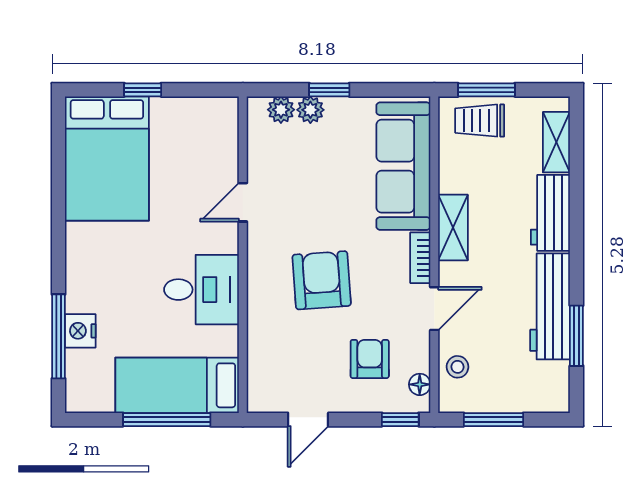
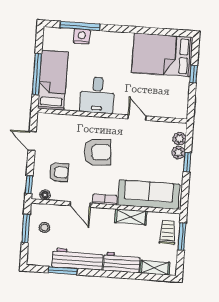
shelving: (453, 228) -> (131, 217), moved
stool: (457, 367) -> (44, 227), moved

